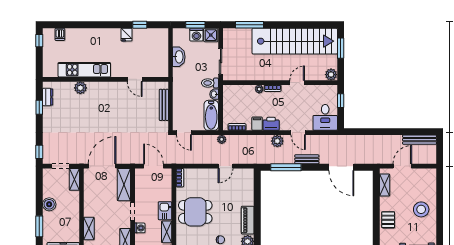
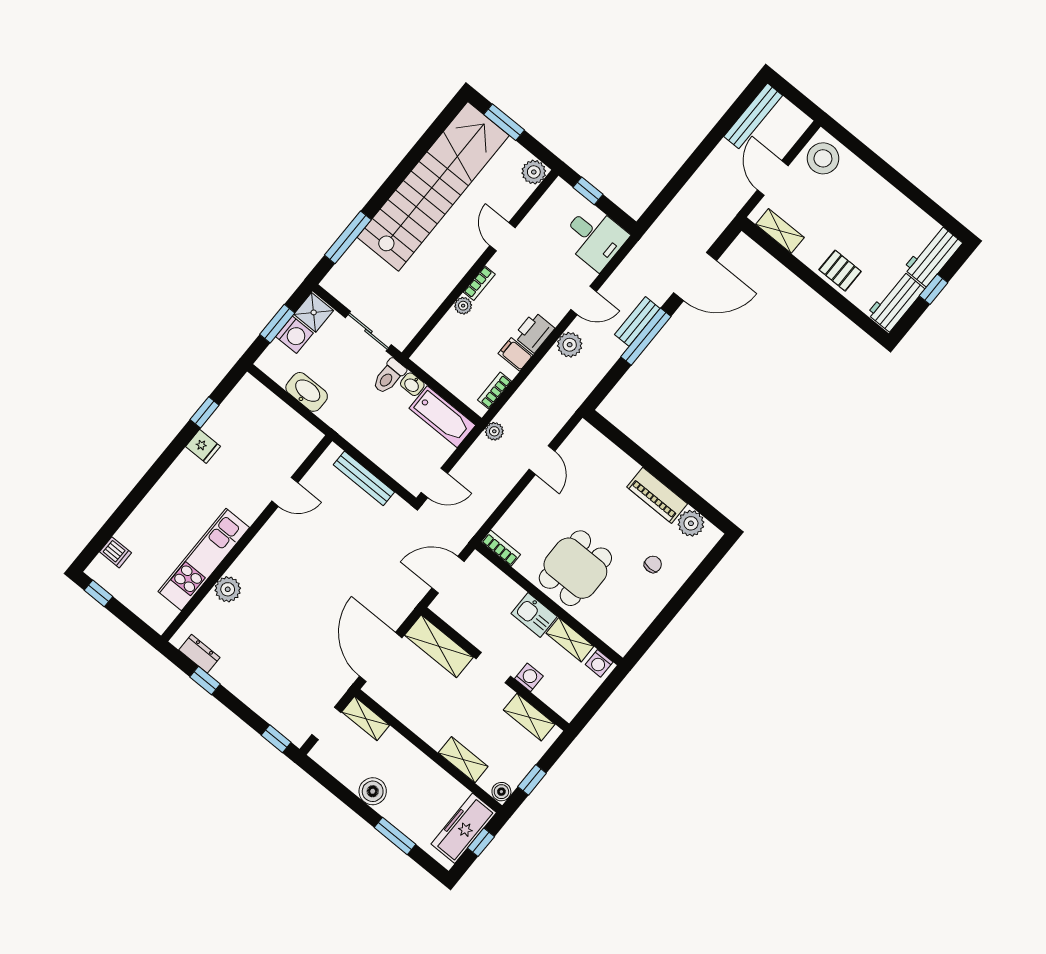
window: (286, 167) -> (646, 337), moved
stool: (421, 209) -> (823, 158), moved

